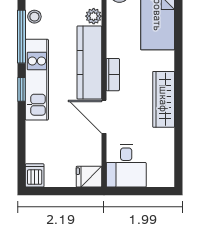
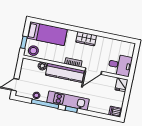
wardrobe: (164, 99) -> (86, 39), width x0.67

